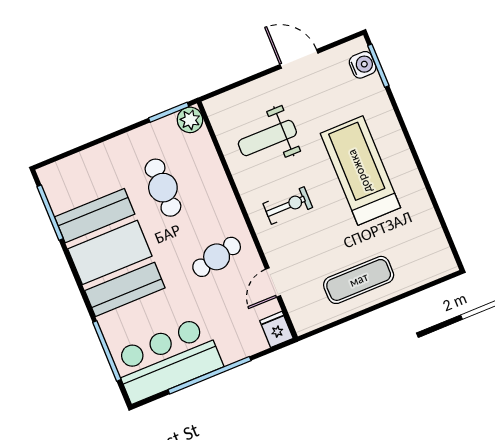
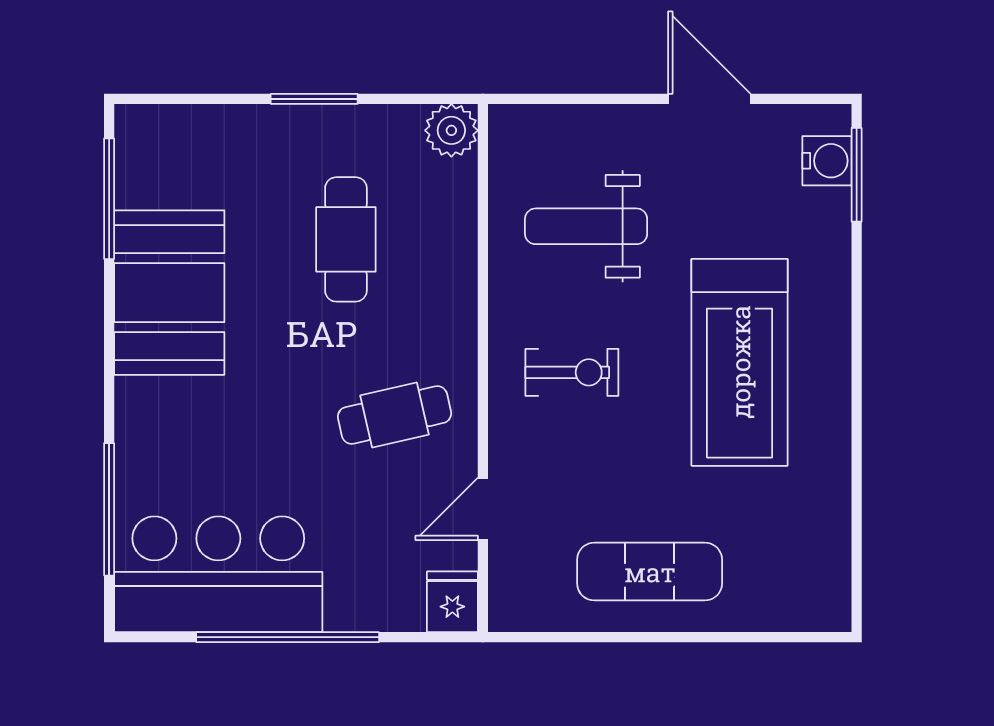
window: (169, 112) -> (314, 99), moved
treadmill: (360, 171) -> (740, 362), turned 180
booth: (110, 252) -> (169, 293), width x0.73, depth x0.70

